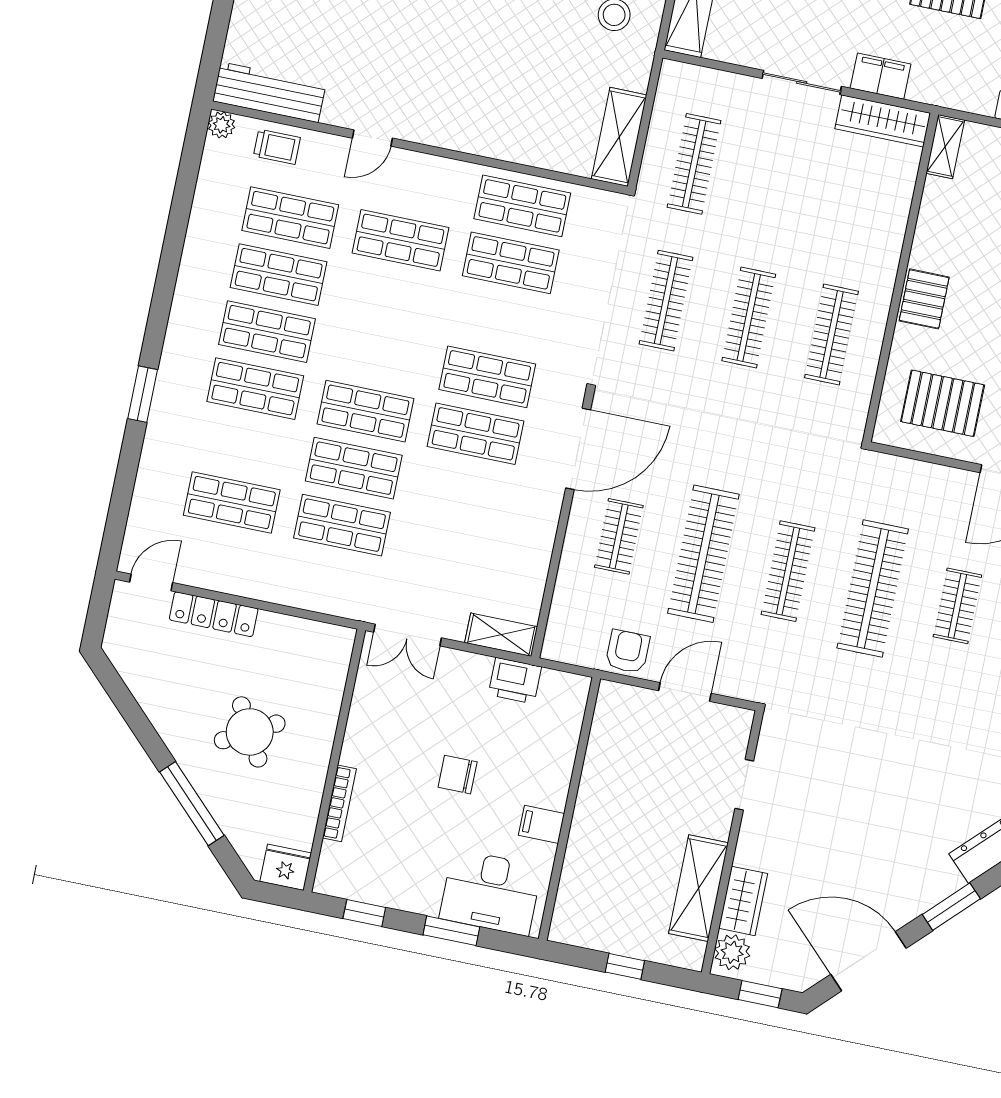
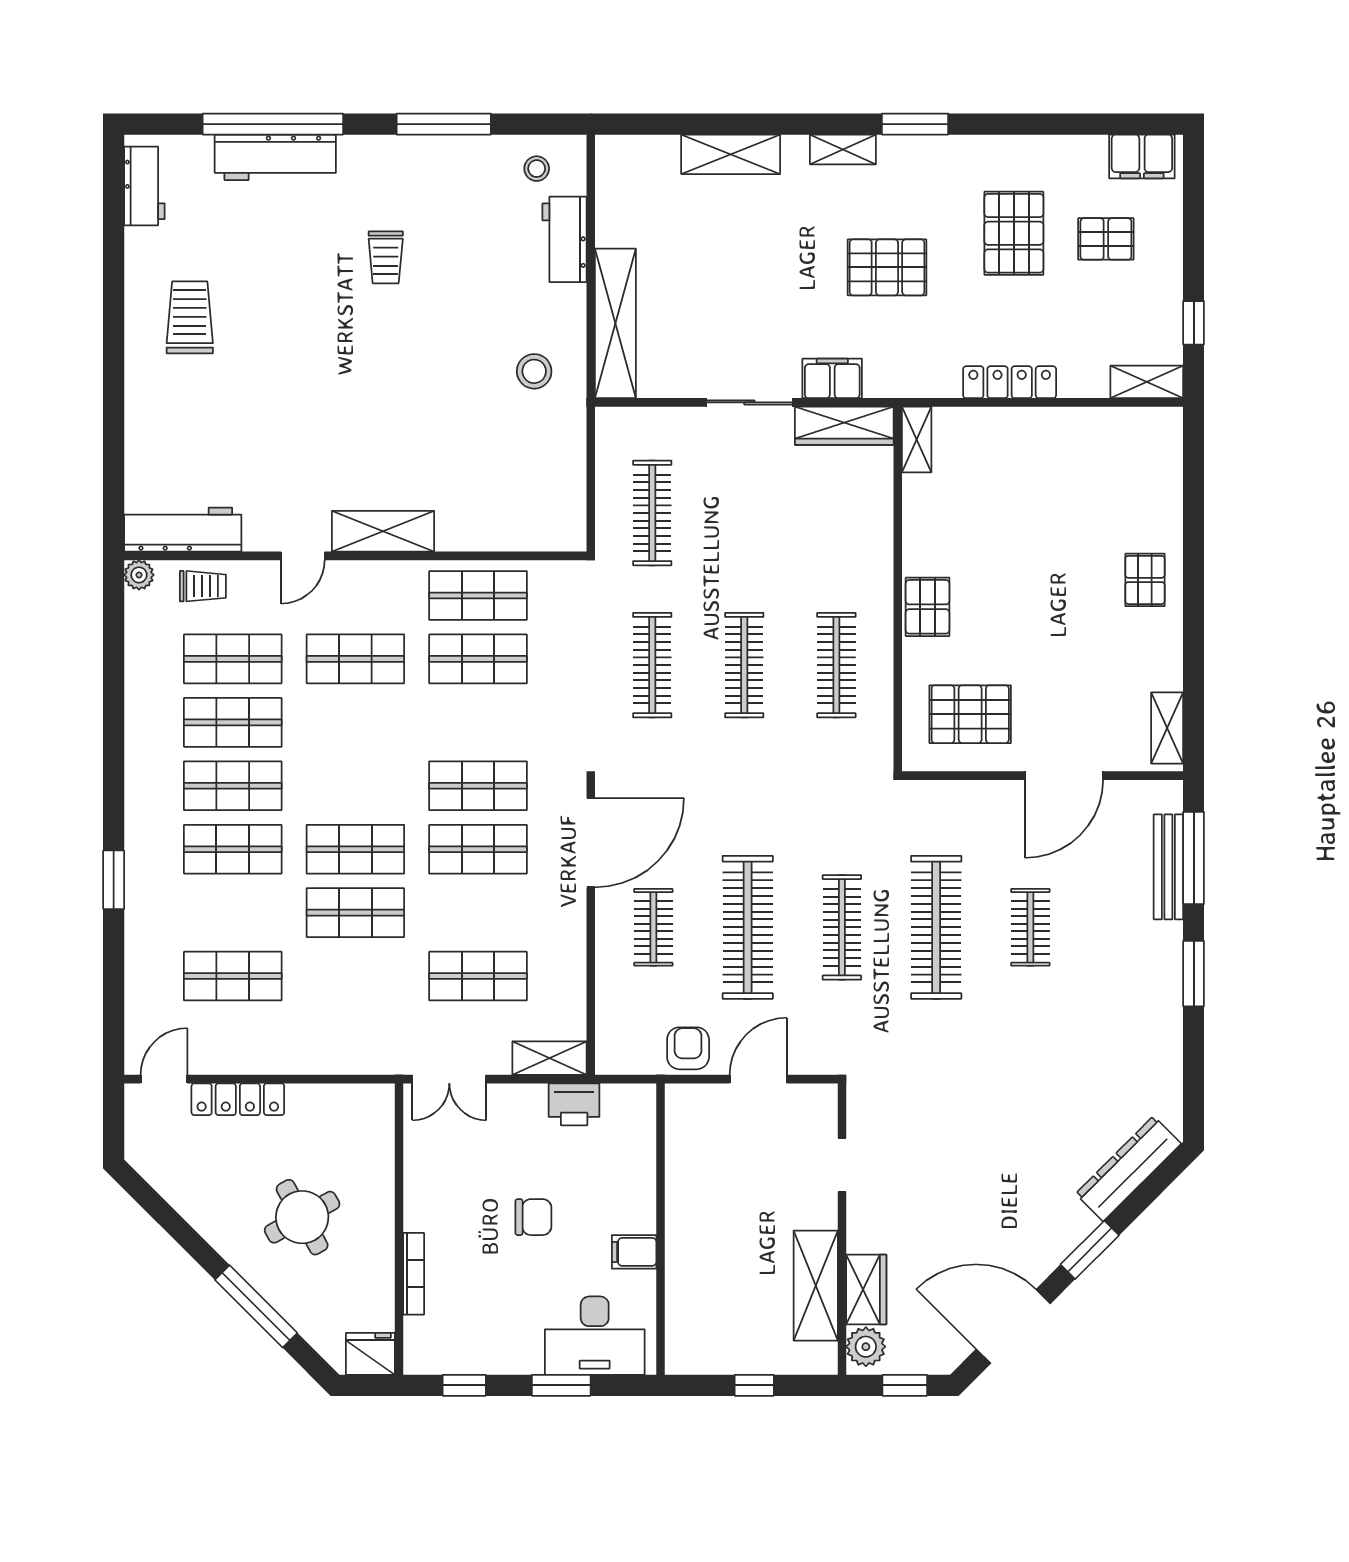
shelving: (619, 137) -> (383, 531), moved, turned 90
shop shelf: (342, 525) -> (478, 976), moved
chair: (458, 775) -> (533, 1217), turned 180

